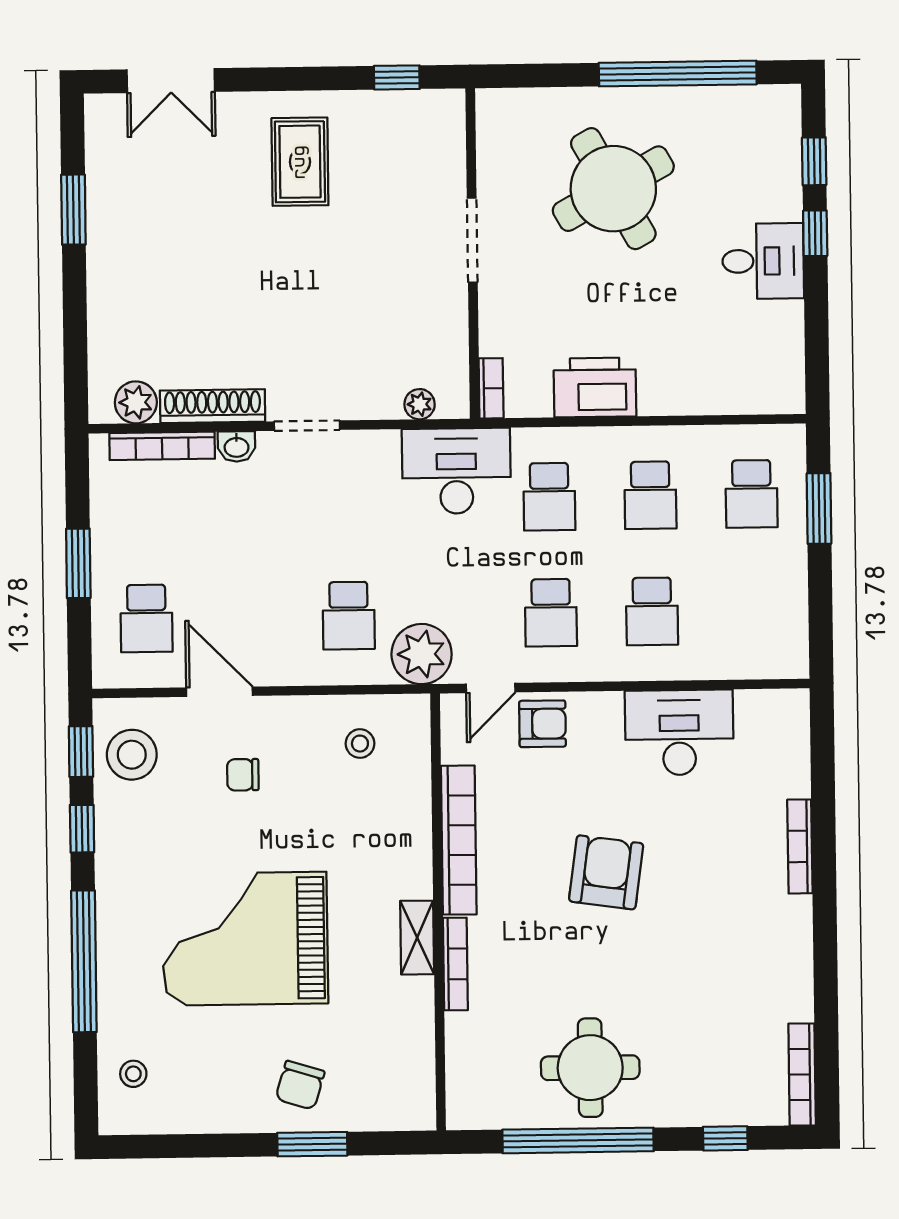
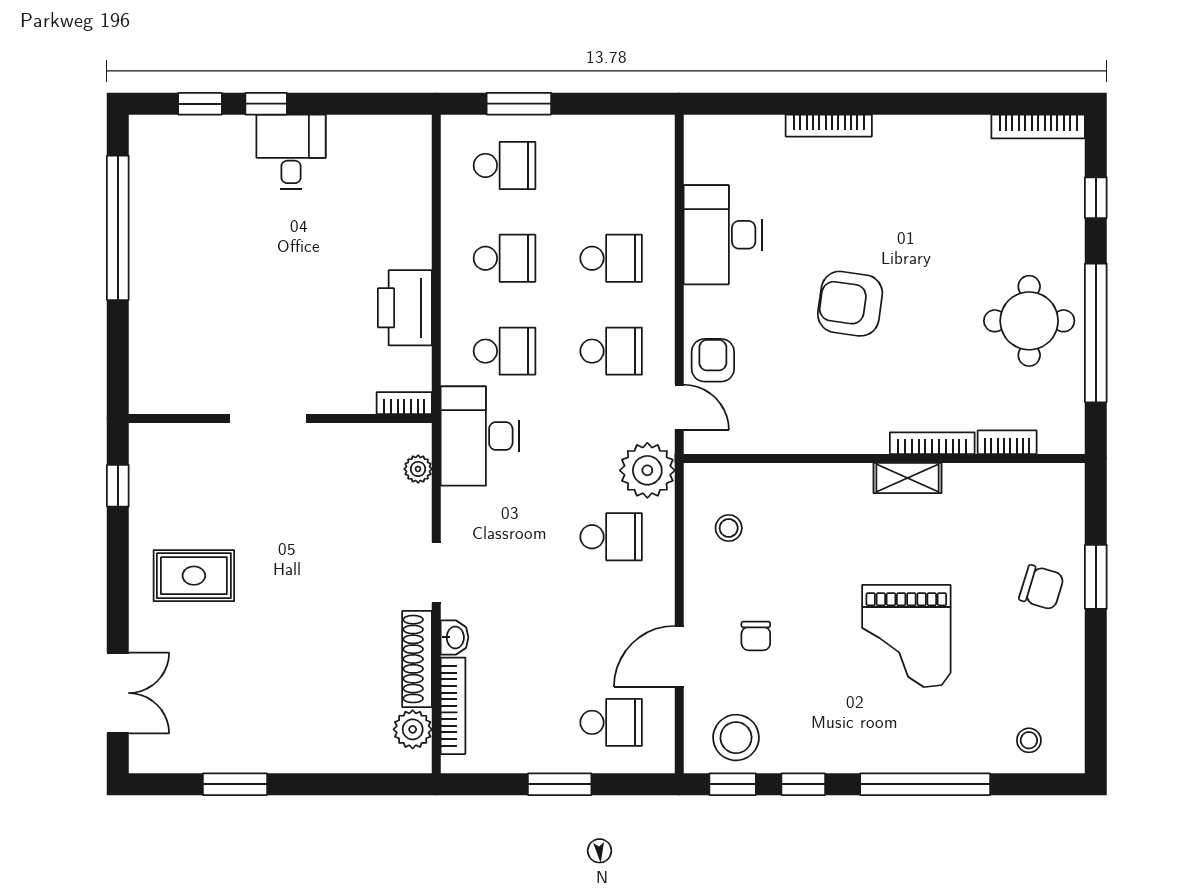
round table: (613, 189) -> (223, 288), removed
bookcase: (459, 840) -> (1007, 442), moved, width x0.43, depth x0.76
grand piano: (245, 939) -> (906, 636), width x0.73, depth x0.68

